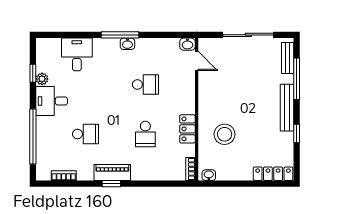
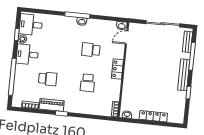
desk: (77, 54) -> (31, 25), moved, turned -90
door: (197, 61) -> (127, 37), swing flipped
school desk: (145, 84) -> (91, 50), turned 180
locker: (187, 129) -> (117, 69), moved
stool: (225, 134) -> (140, 88), removed
piano: (112, 172) -> (52, 105), moved
locker: (273, 174) -> (153, 116), moved

